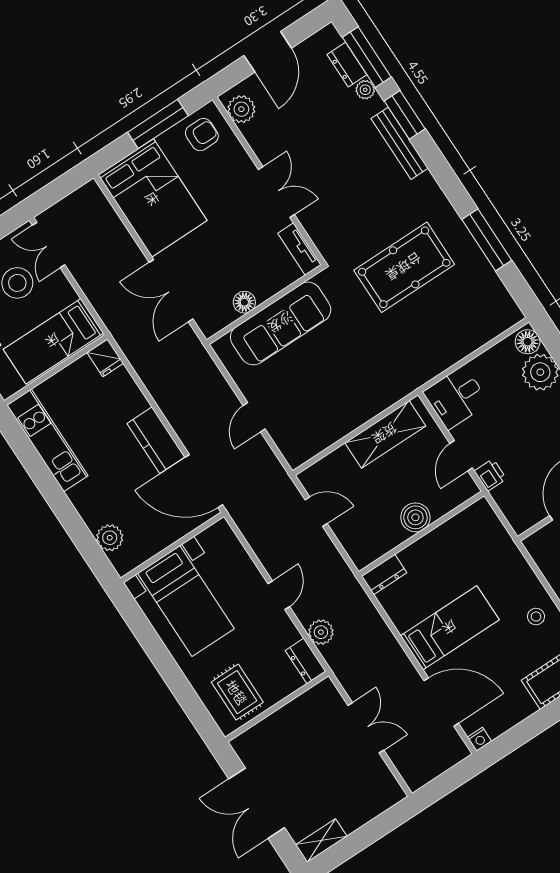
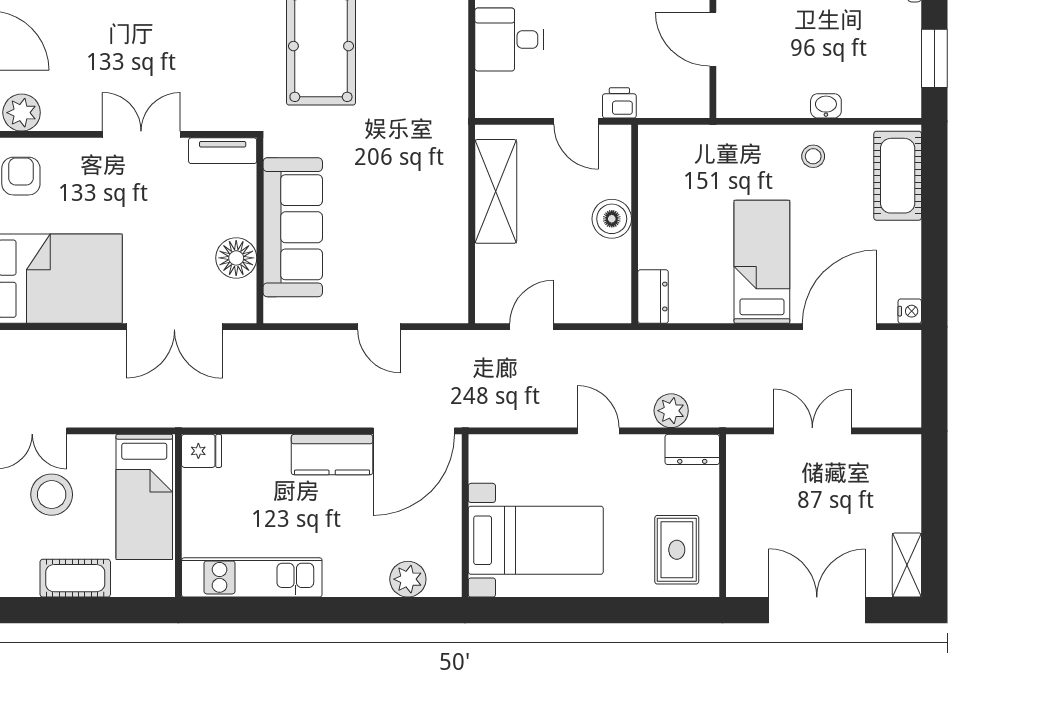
floor lamp: (244, 302) -> (236, 258), width x1.38, depth x1.38
desk: (456, 398) -> (509, 40), moved, turned 90
rug: (237, 692) -> (677, 550), turned 90
double door: (257, 803) -> (817, 610), swing flipped

